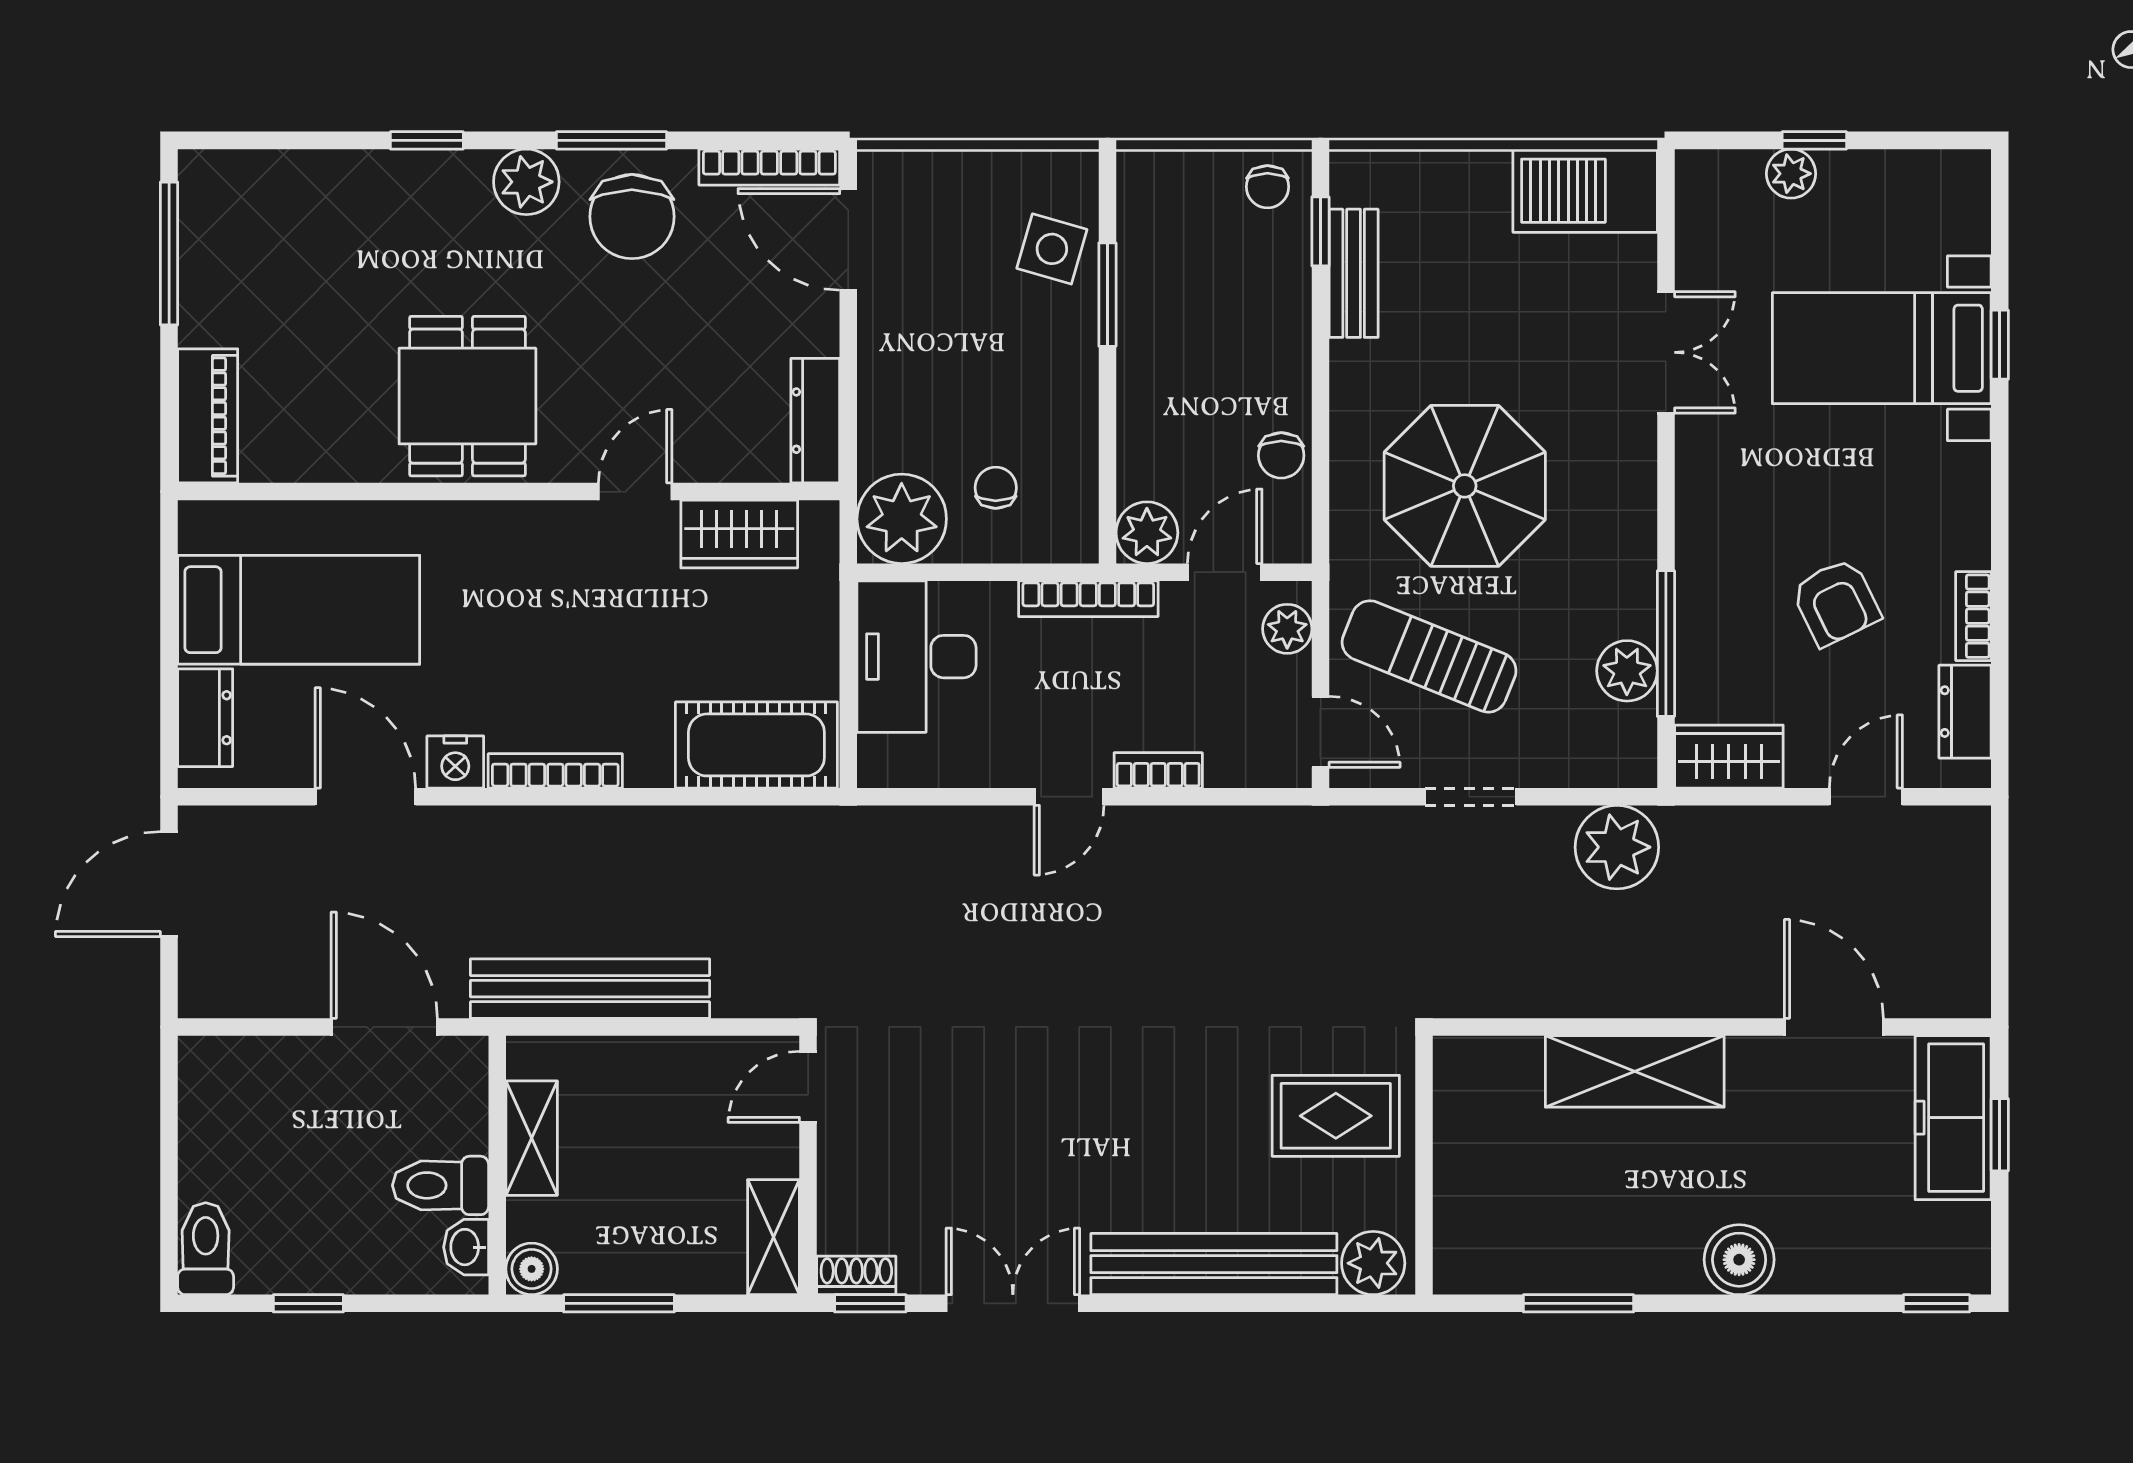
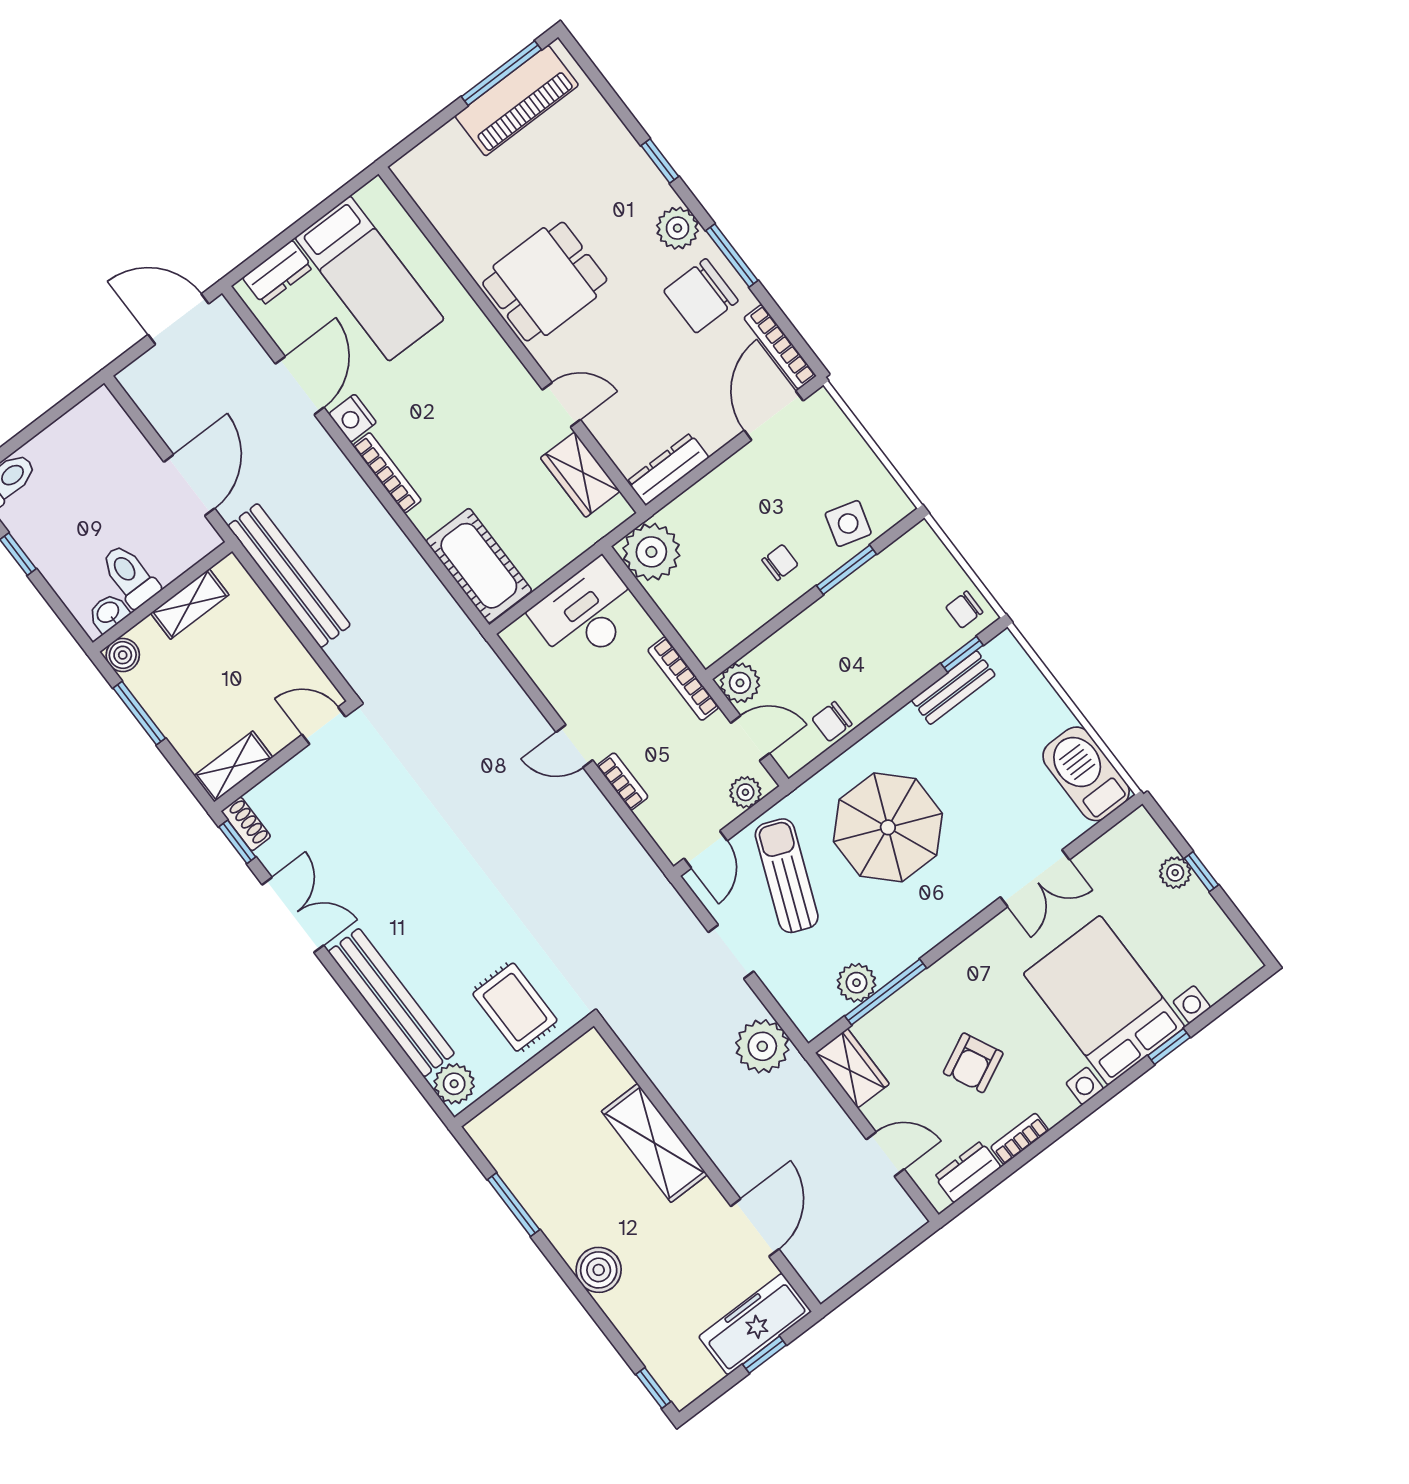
bed with nightstands: (1882, 348) -> (1104, 1000), width x1.36
piano: (208, 416) -> (517, 101), moved, width x1.37, depth x1.33
chair: (996, 488) -> (780, 562), moved

